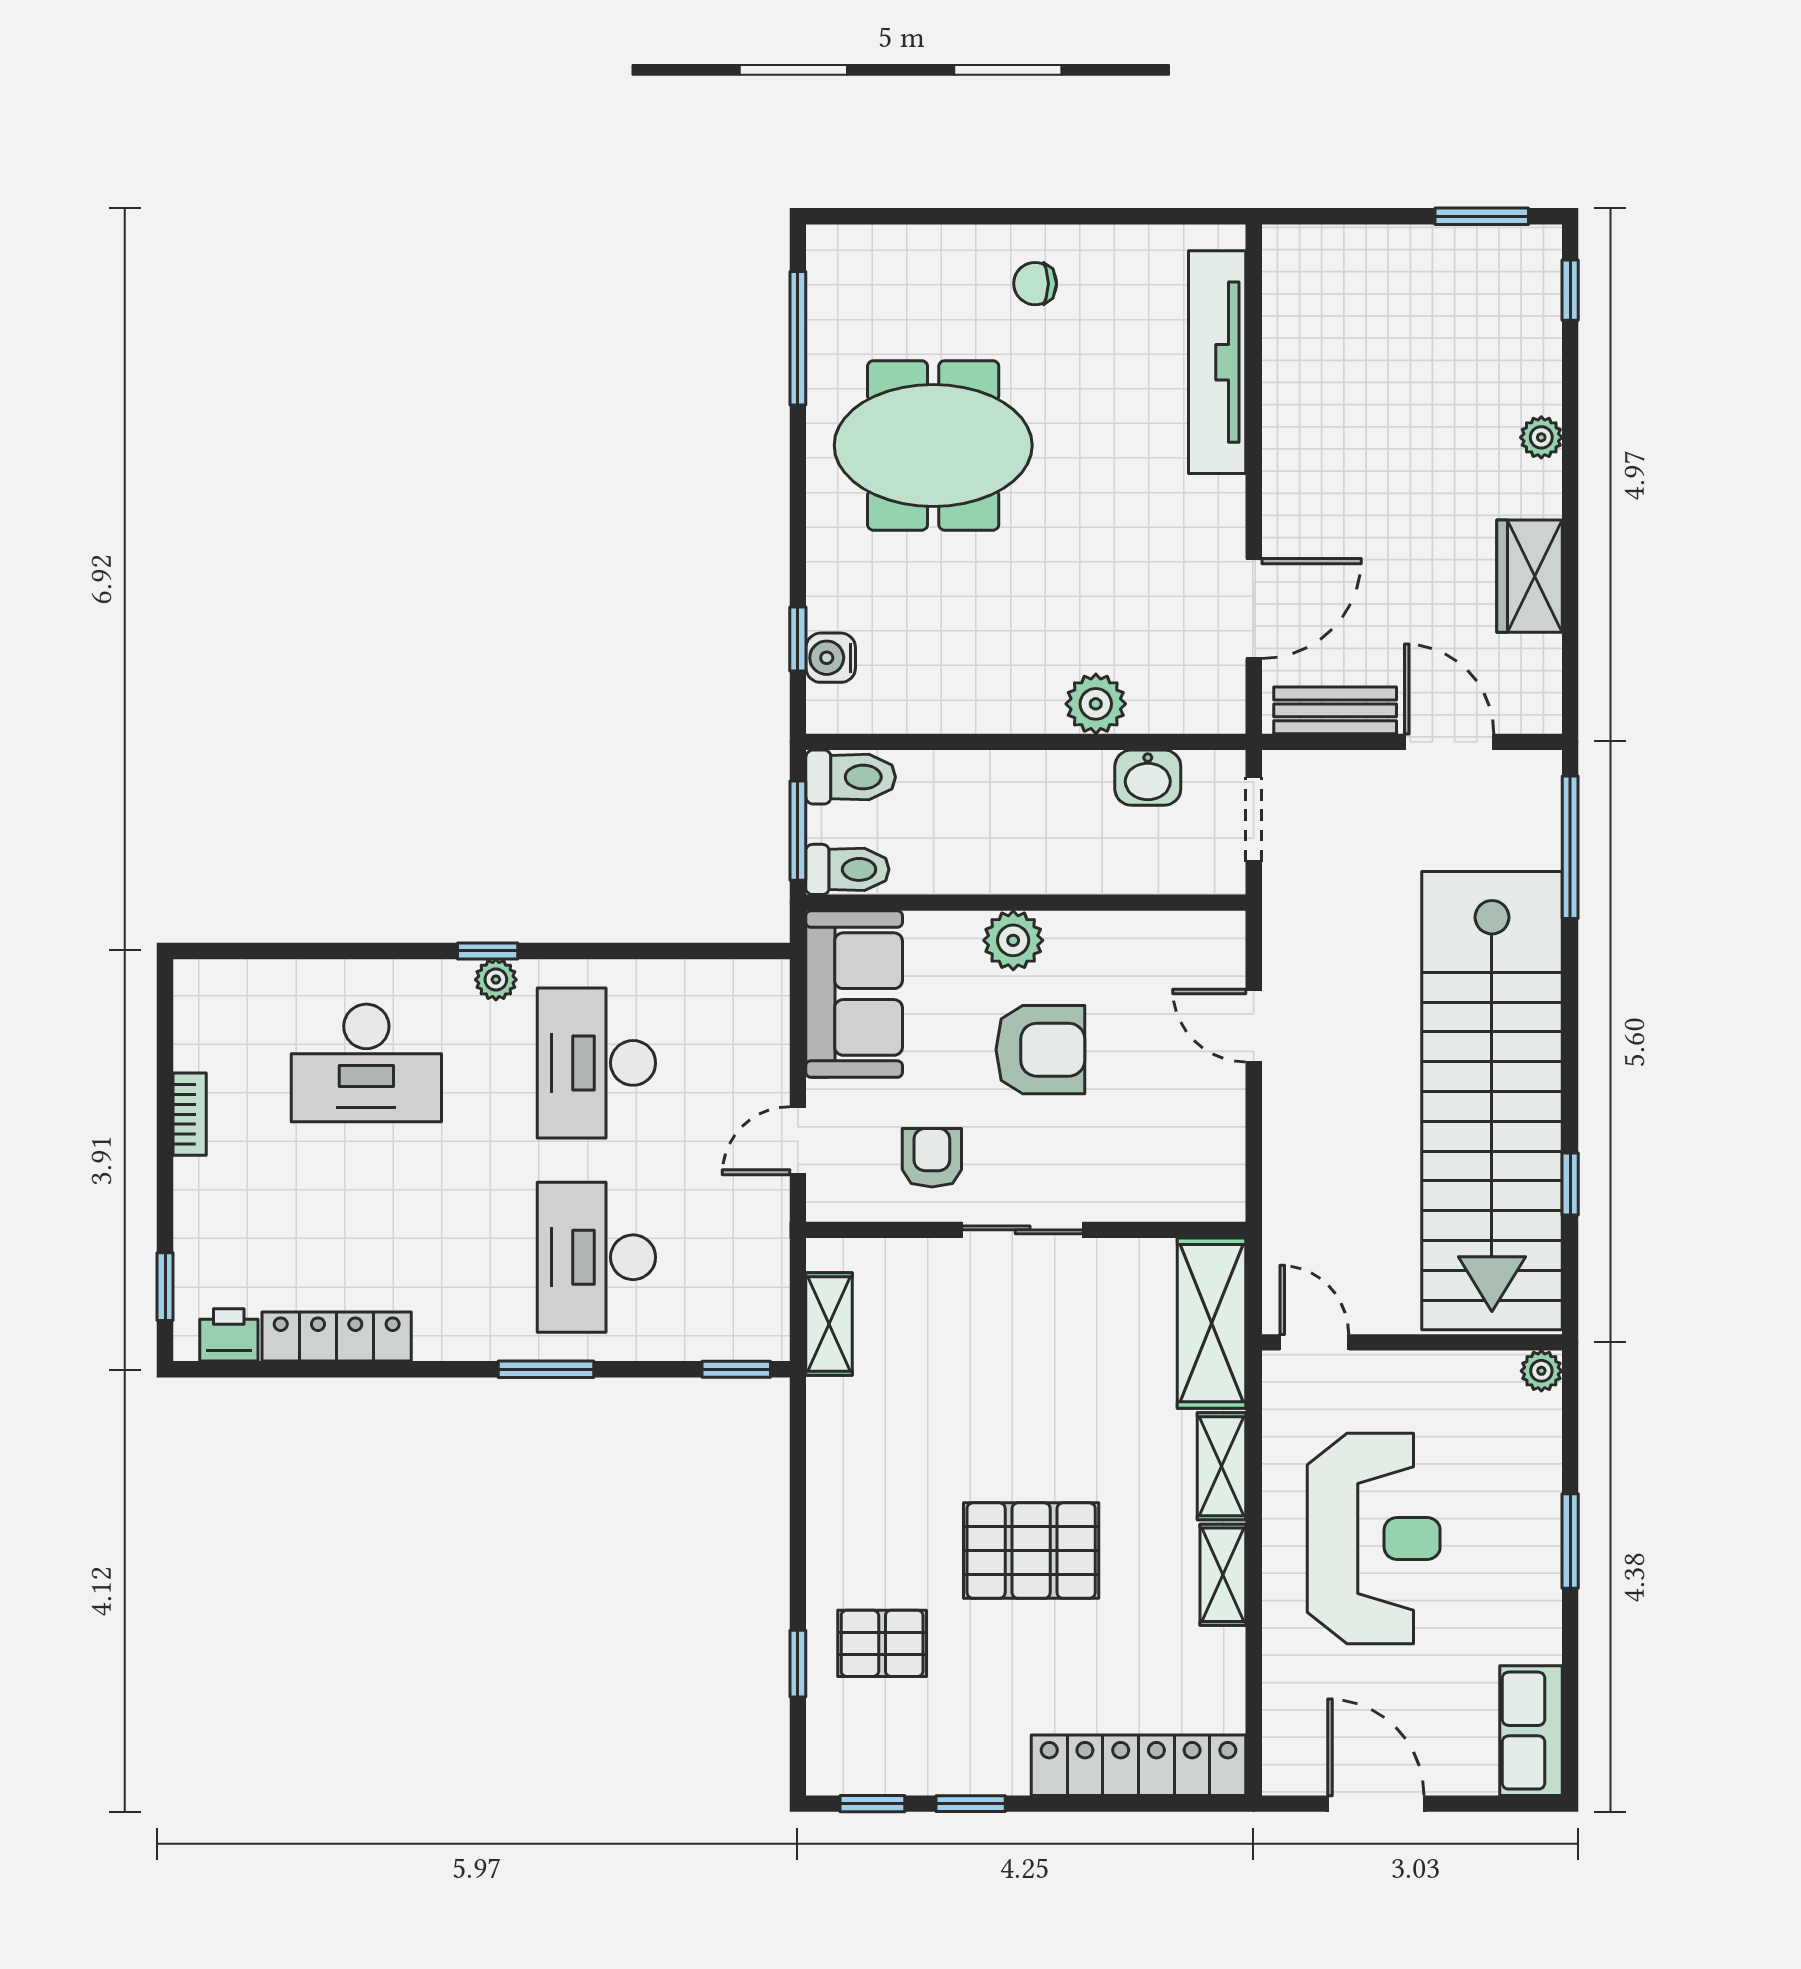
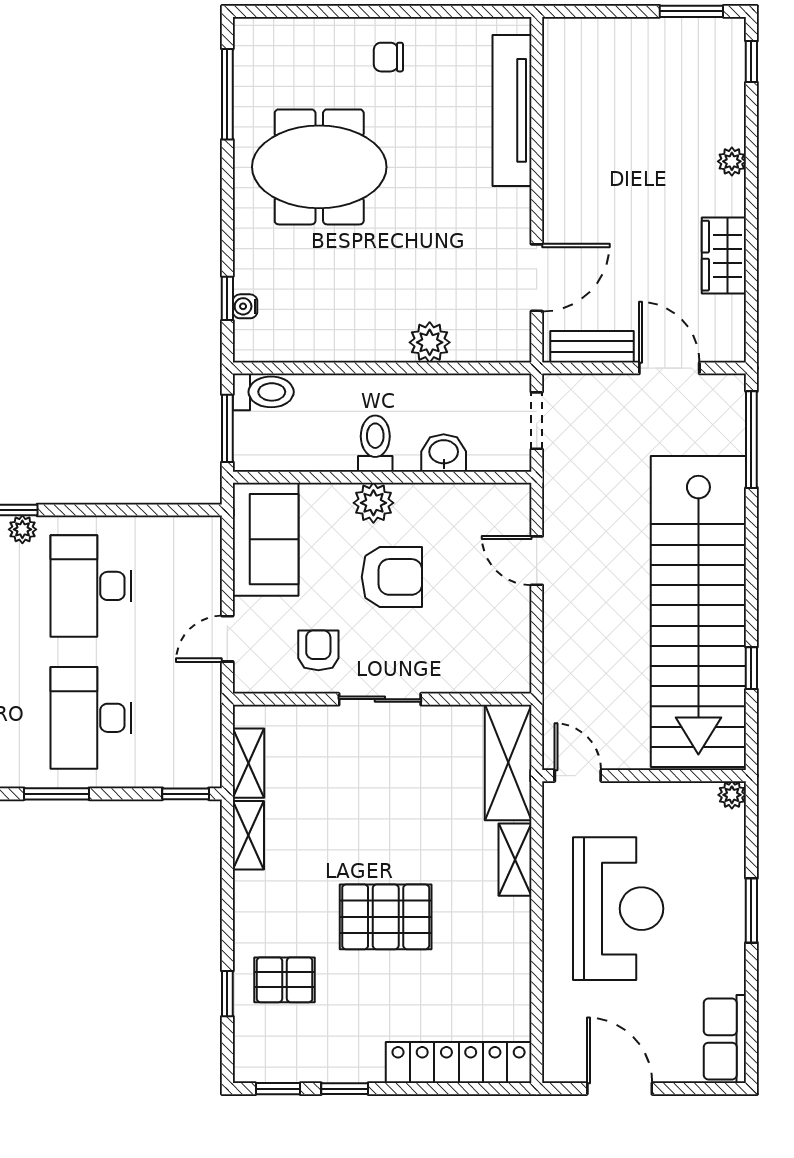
water cooler: (831, 658) -> (245, 306), width x0.72, depth x0.72
washbasin: (1148, 778) -> (444, 453), moved, turned 180
toilet: (847, 869) -> (375, 444), moved, turned -90
shelving: (1223, 1575) -> (248, 835), moved

